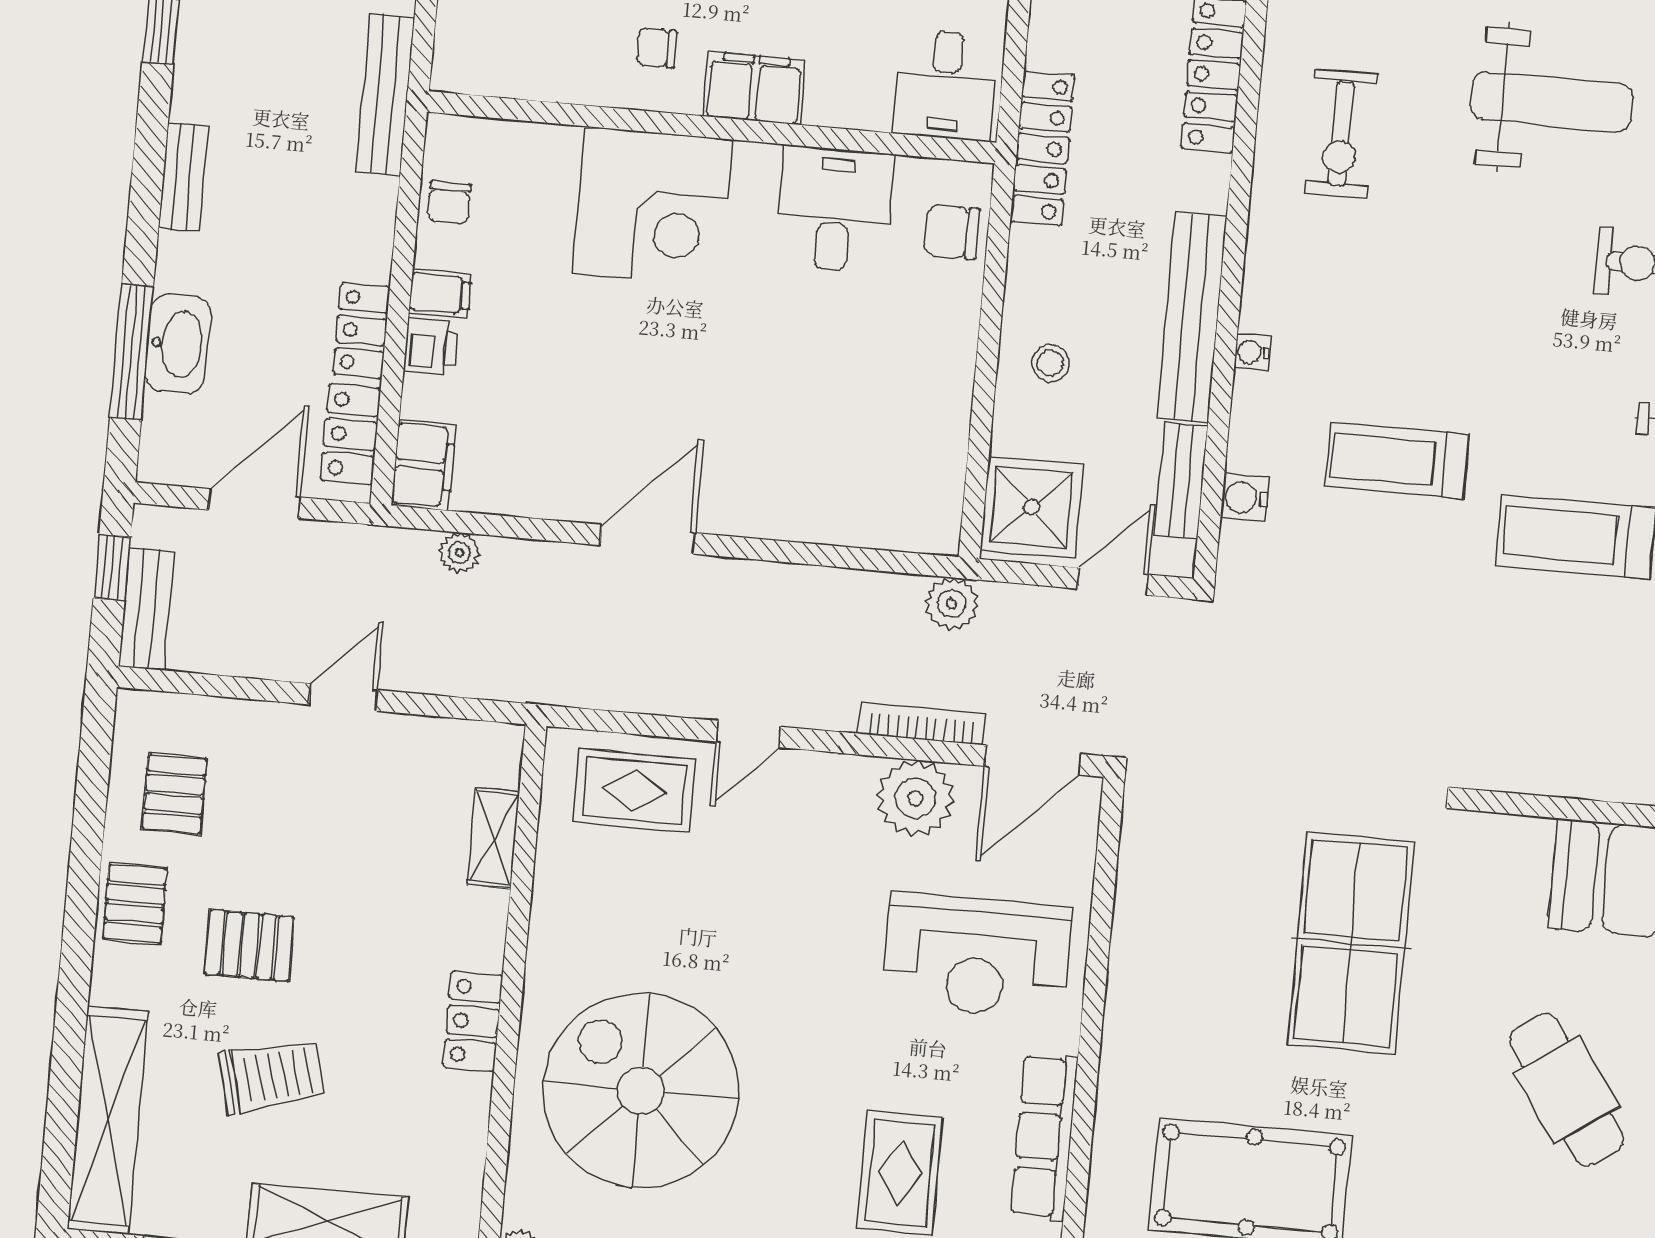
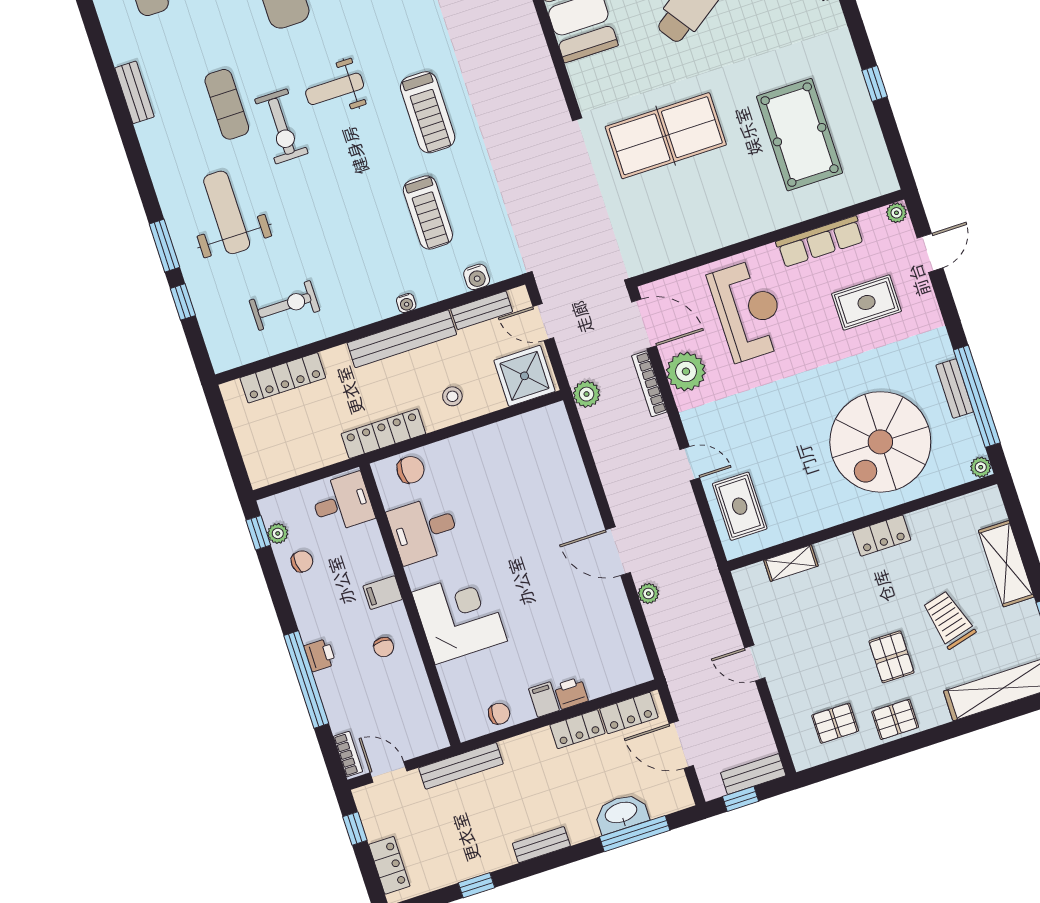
filing cabinet: (754, 88) -> (383, 593), width x0.50
locker: (1043, 148) -> (383, 434), moved
chair: (952, 232) -> (411, 470), turned -90
filing cabinet: (424, 465) -> (629, 672), removed
plant: (459, 553) -> (648, 594), moved

